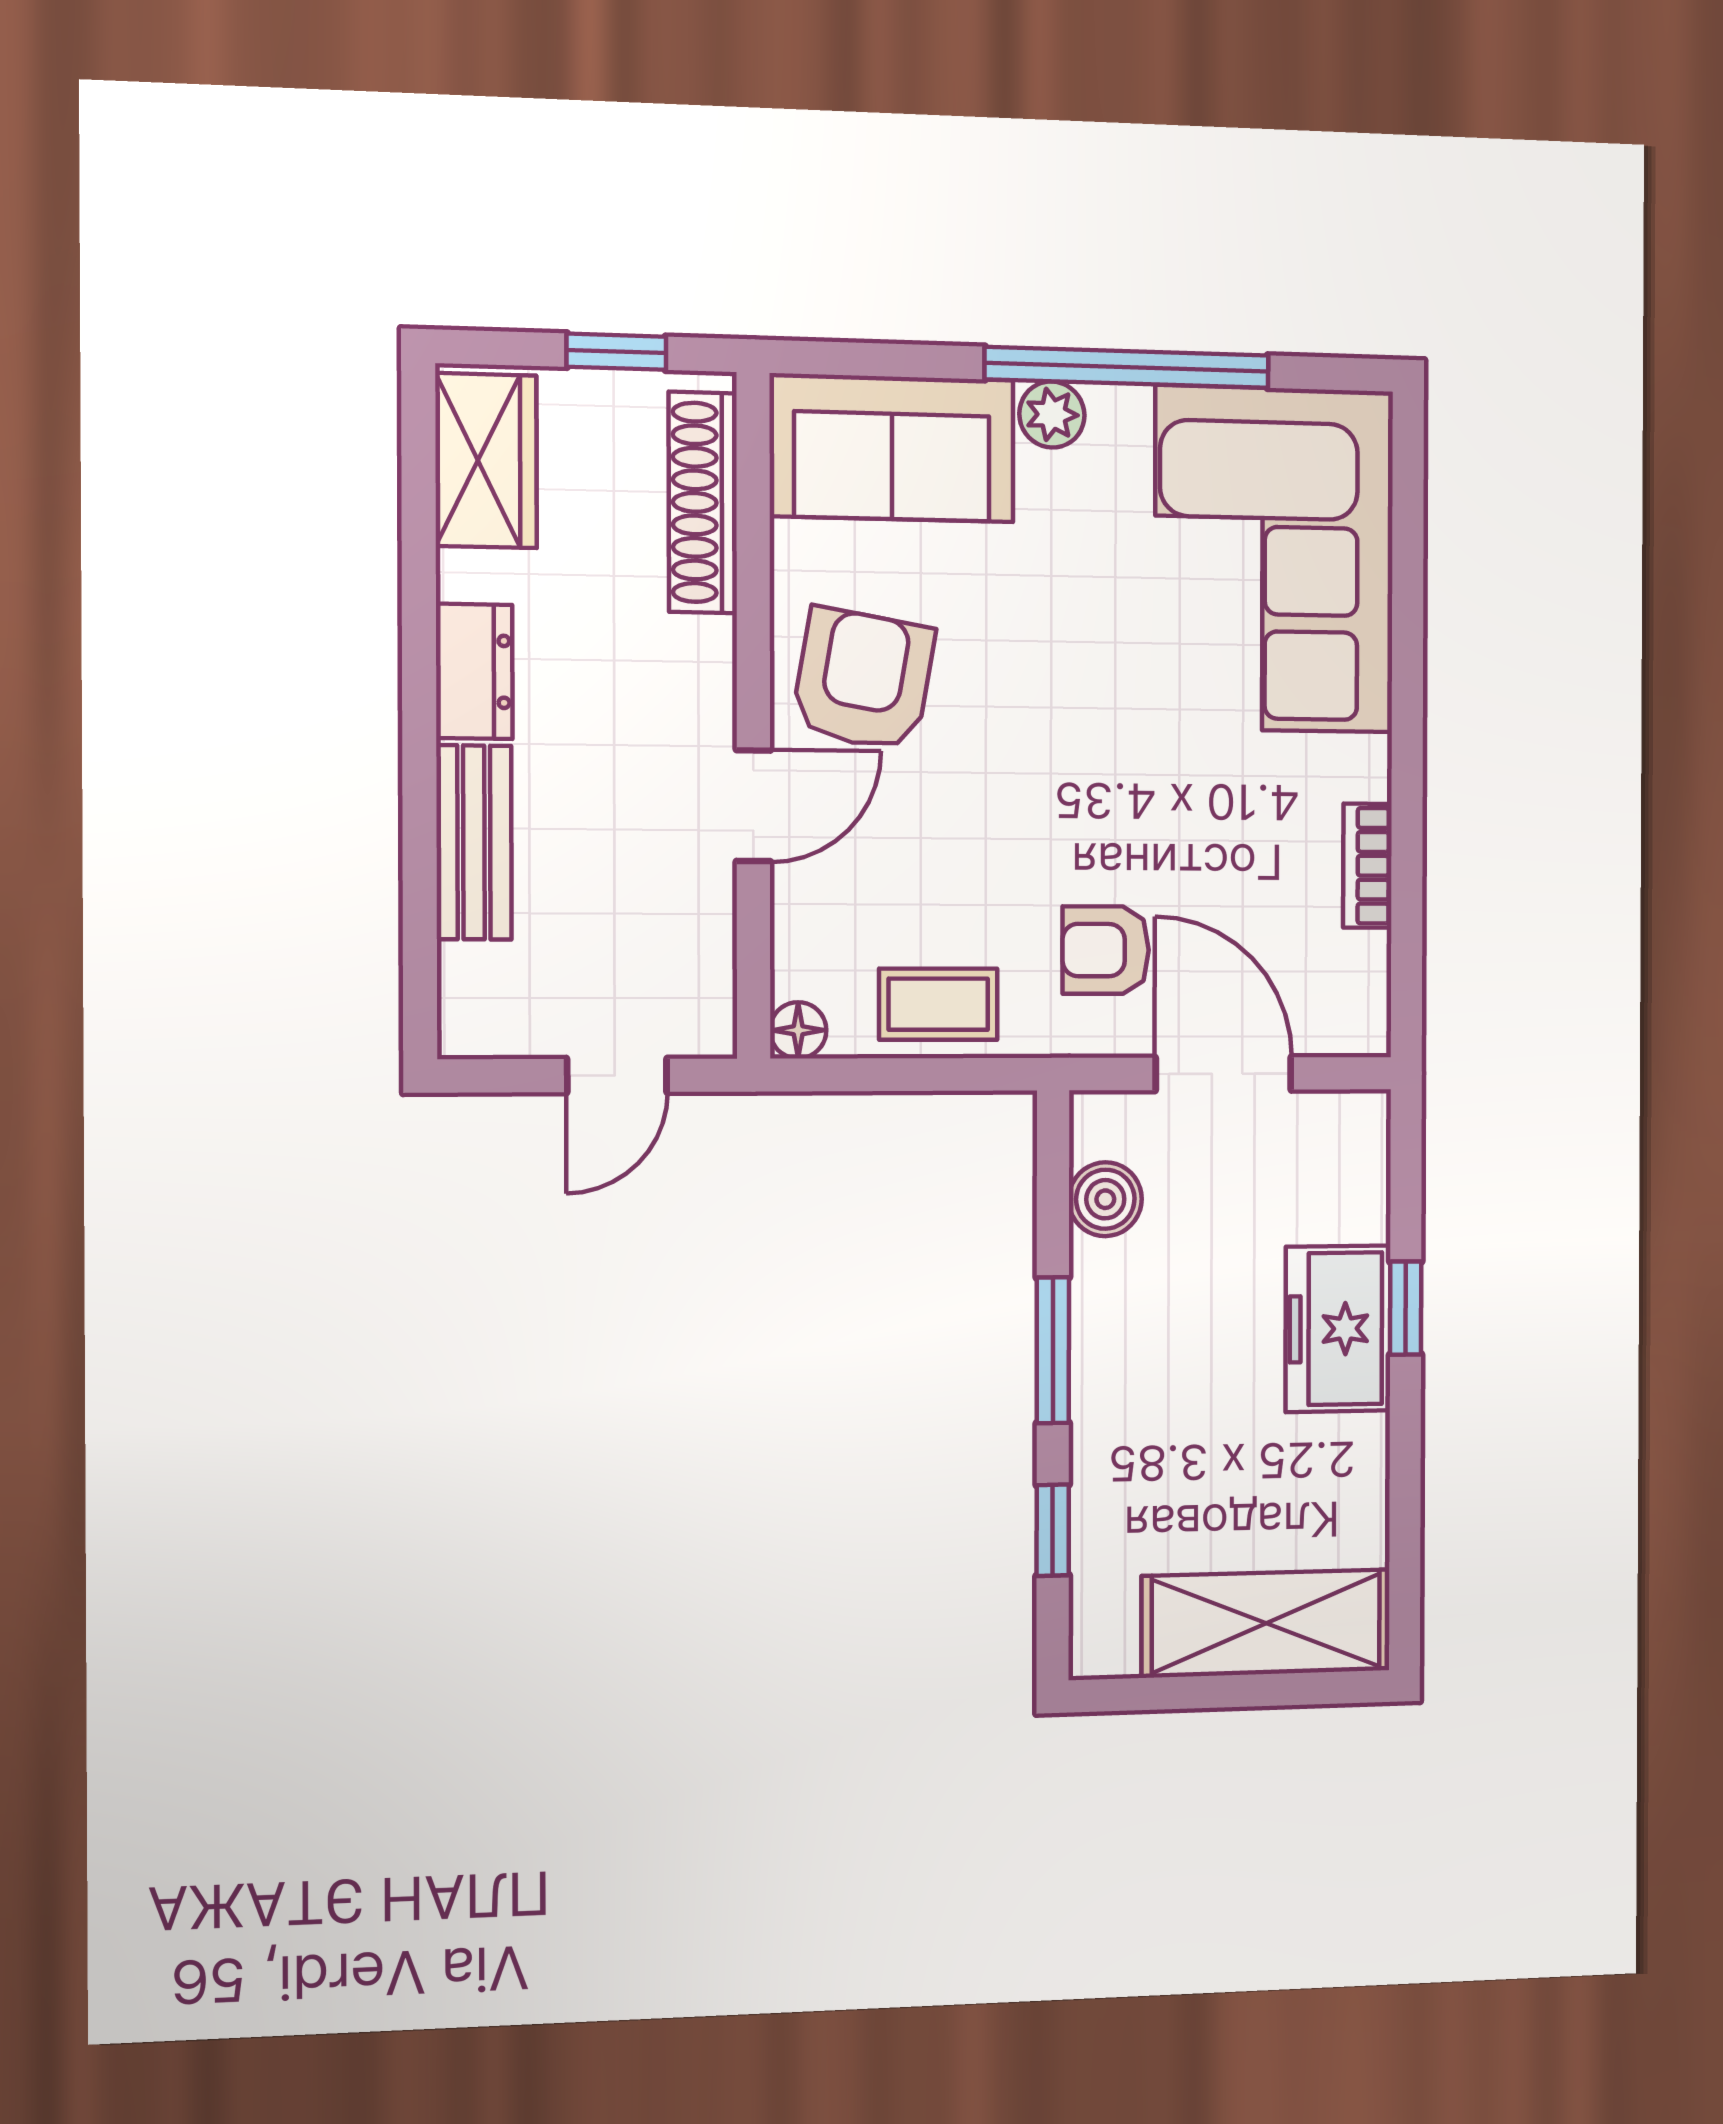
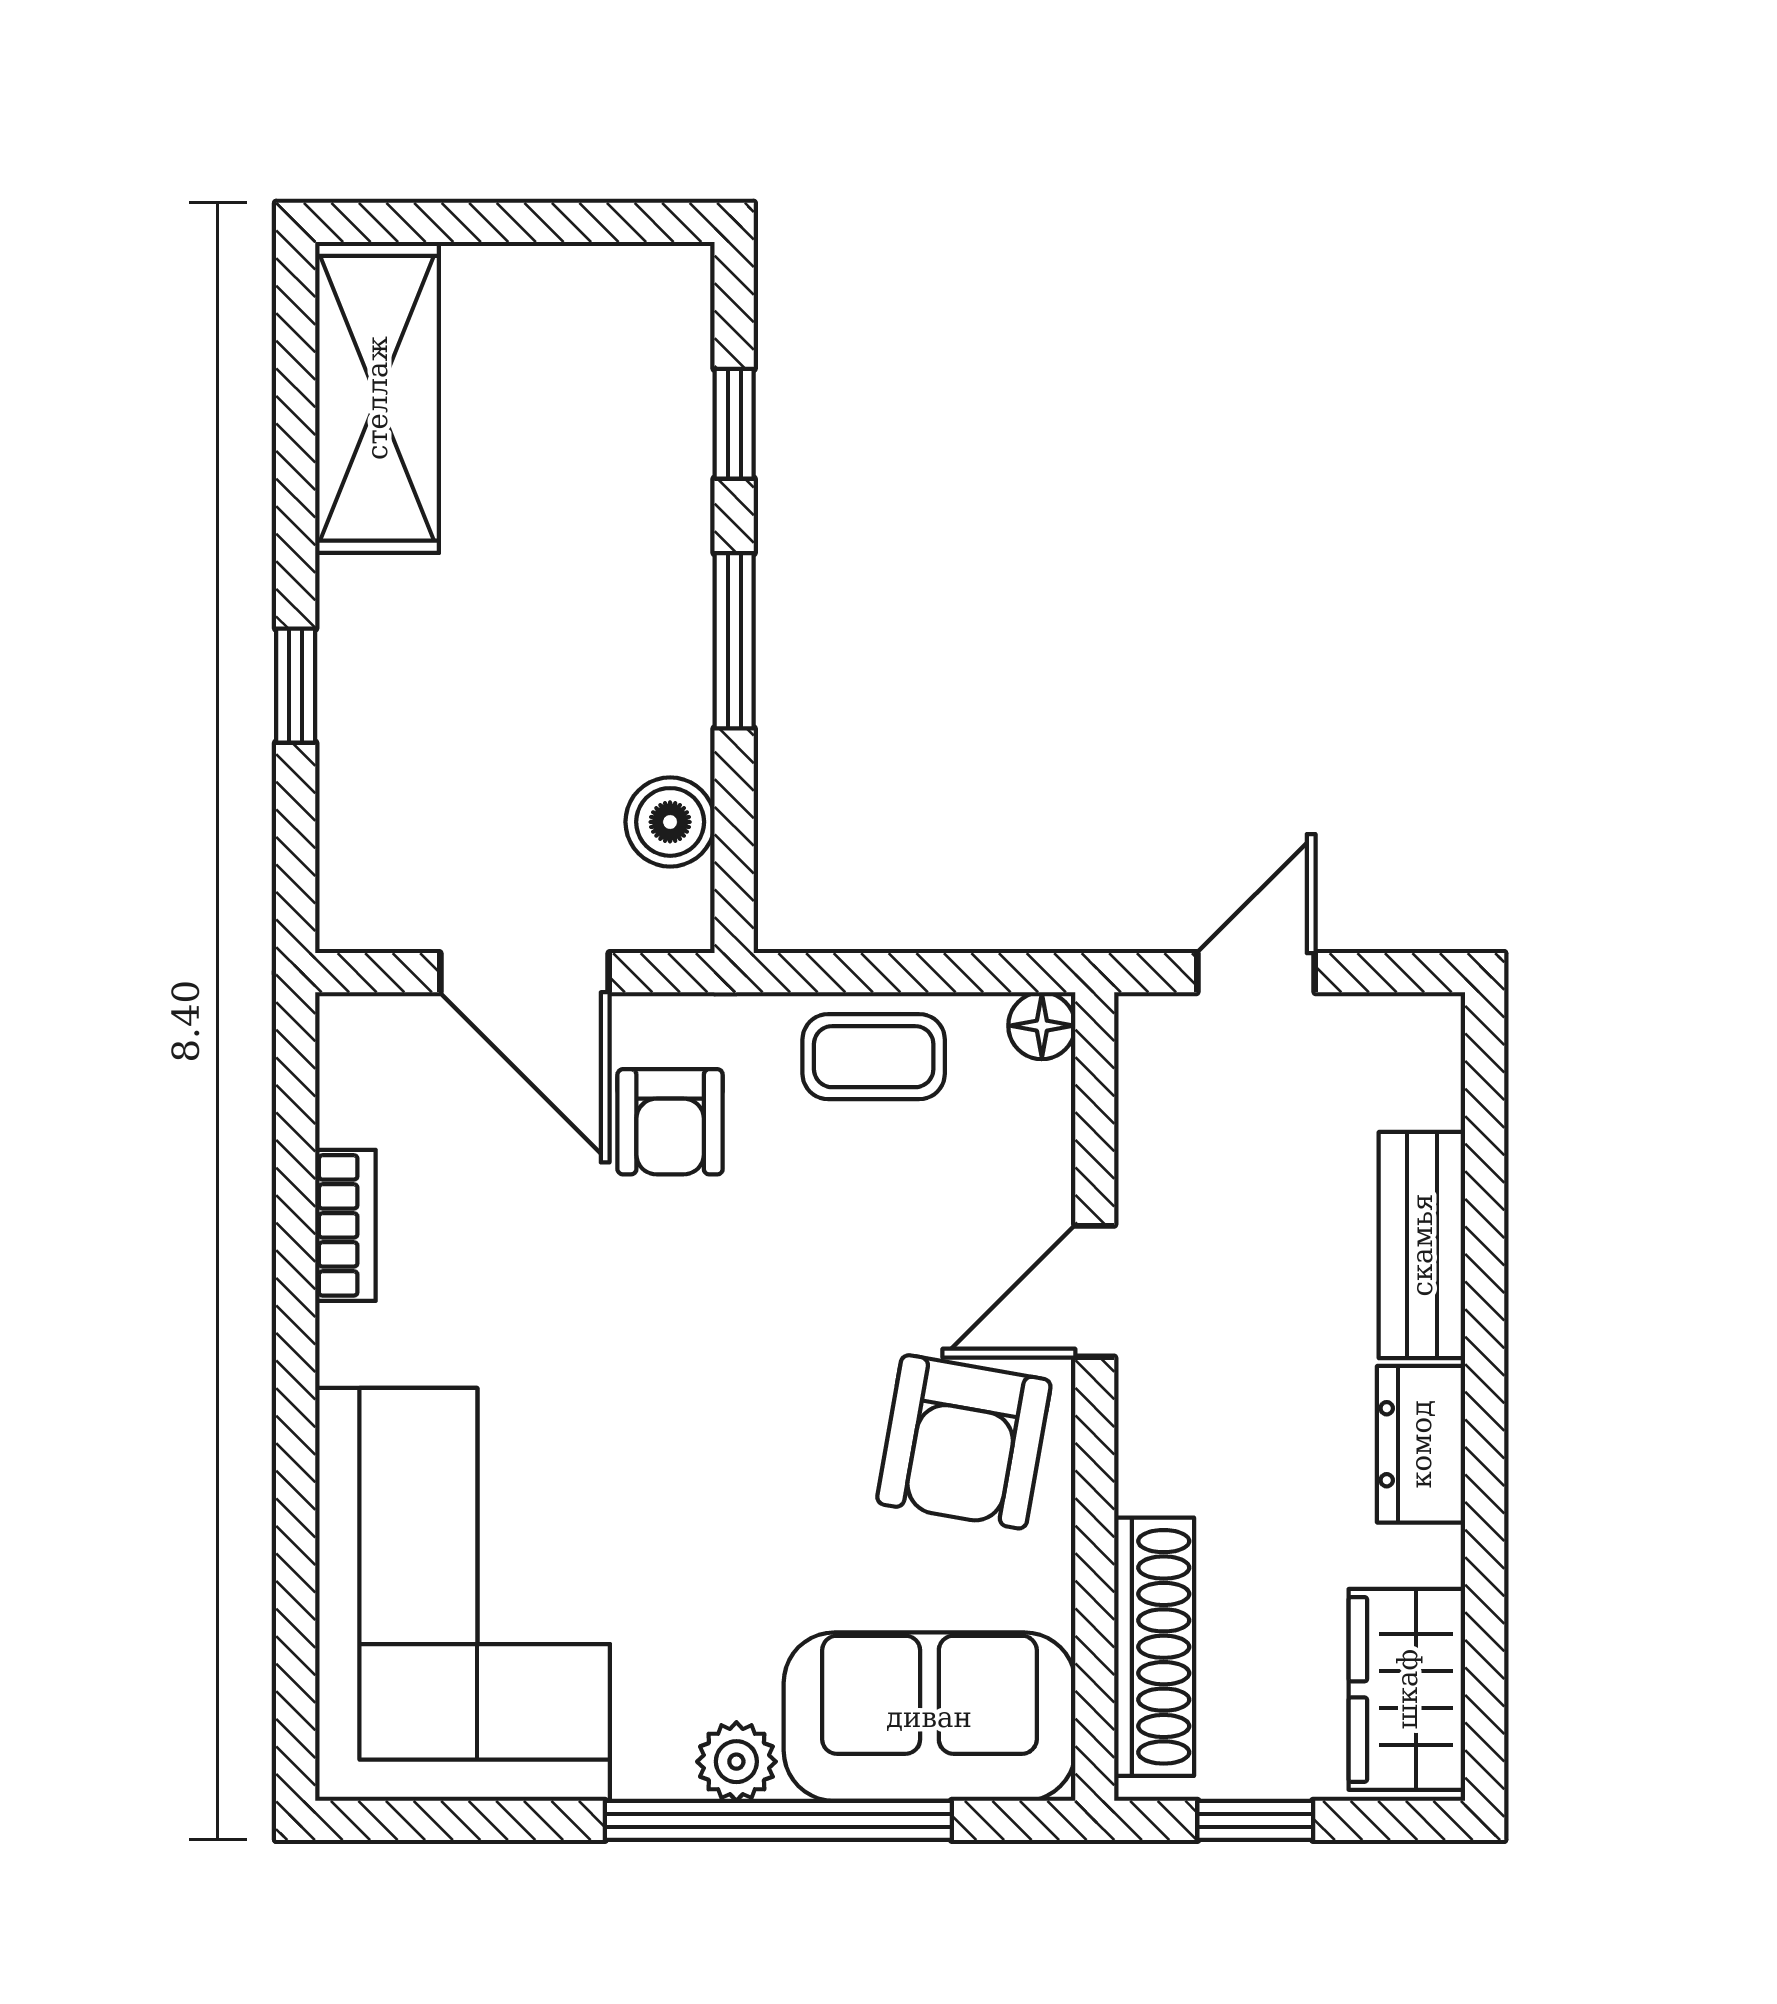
window: (1127, 367) -> (778, 1820), moved
armchair: (1106, 950) -> (670, 1122), turned 90
freezer: (1338, 1329) -> (381, 662), removed
shelving: (1266, 1623) -> (377, 398), moved, turned 90

